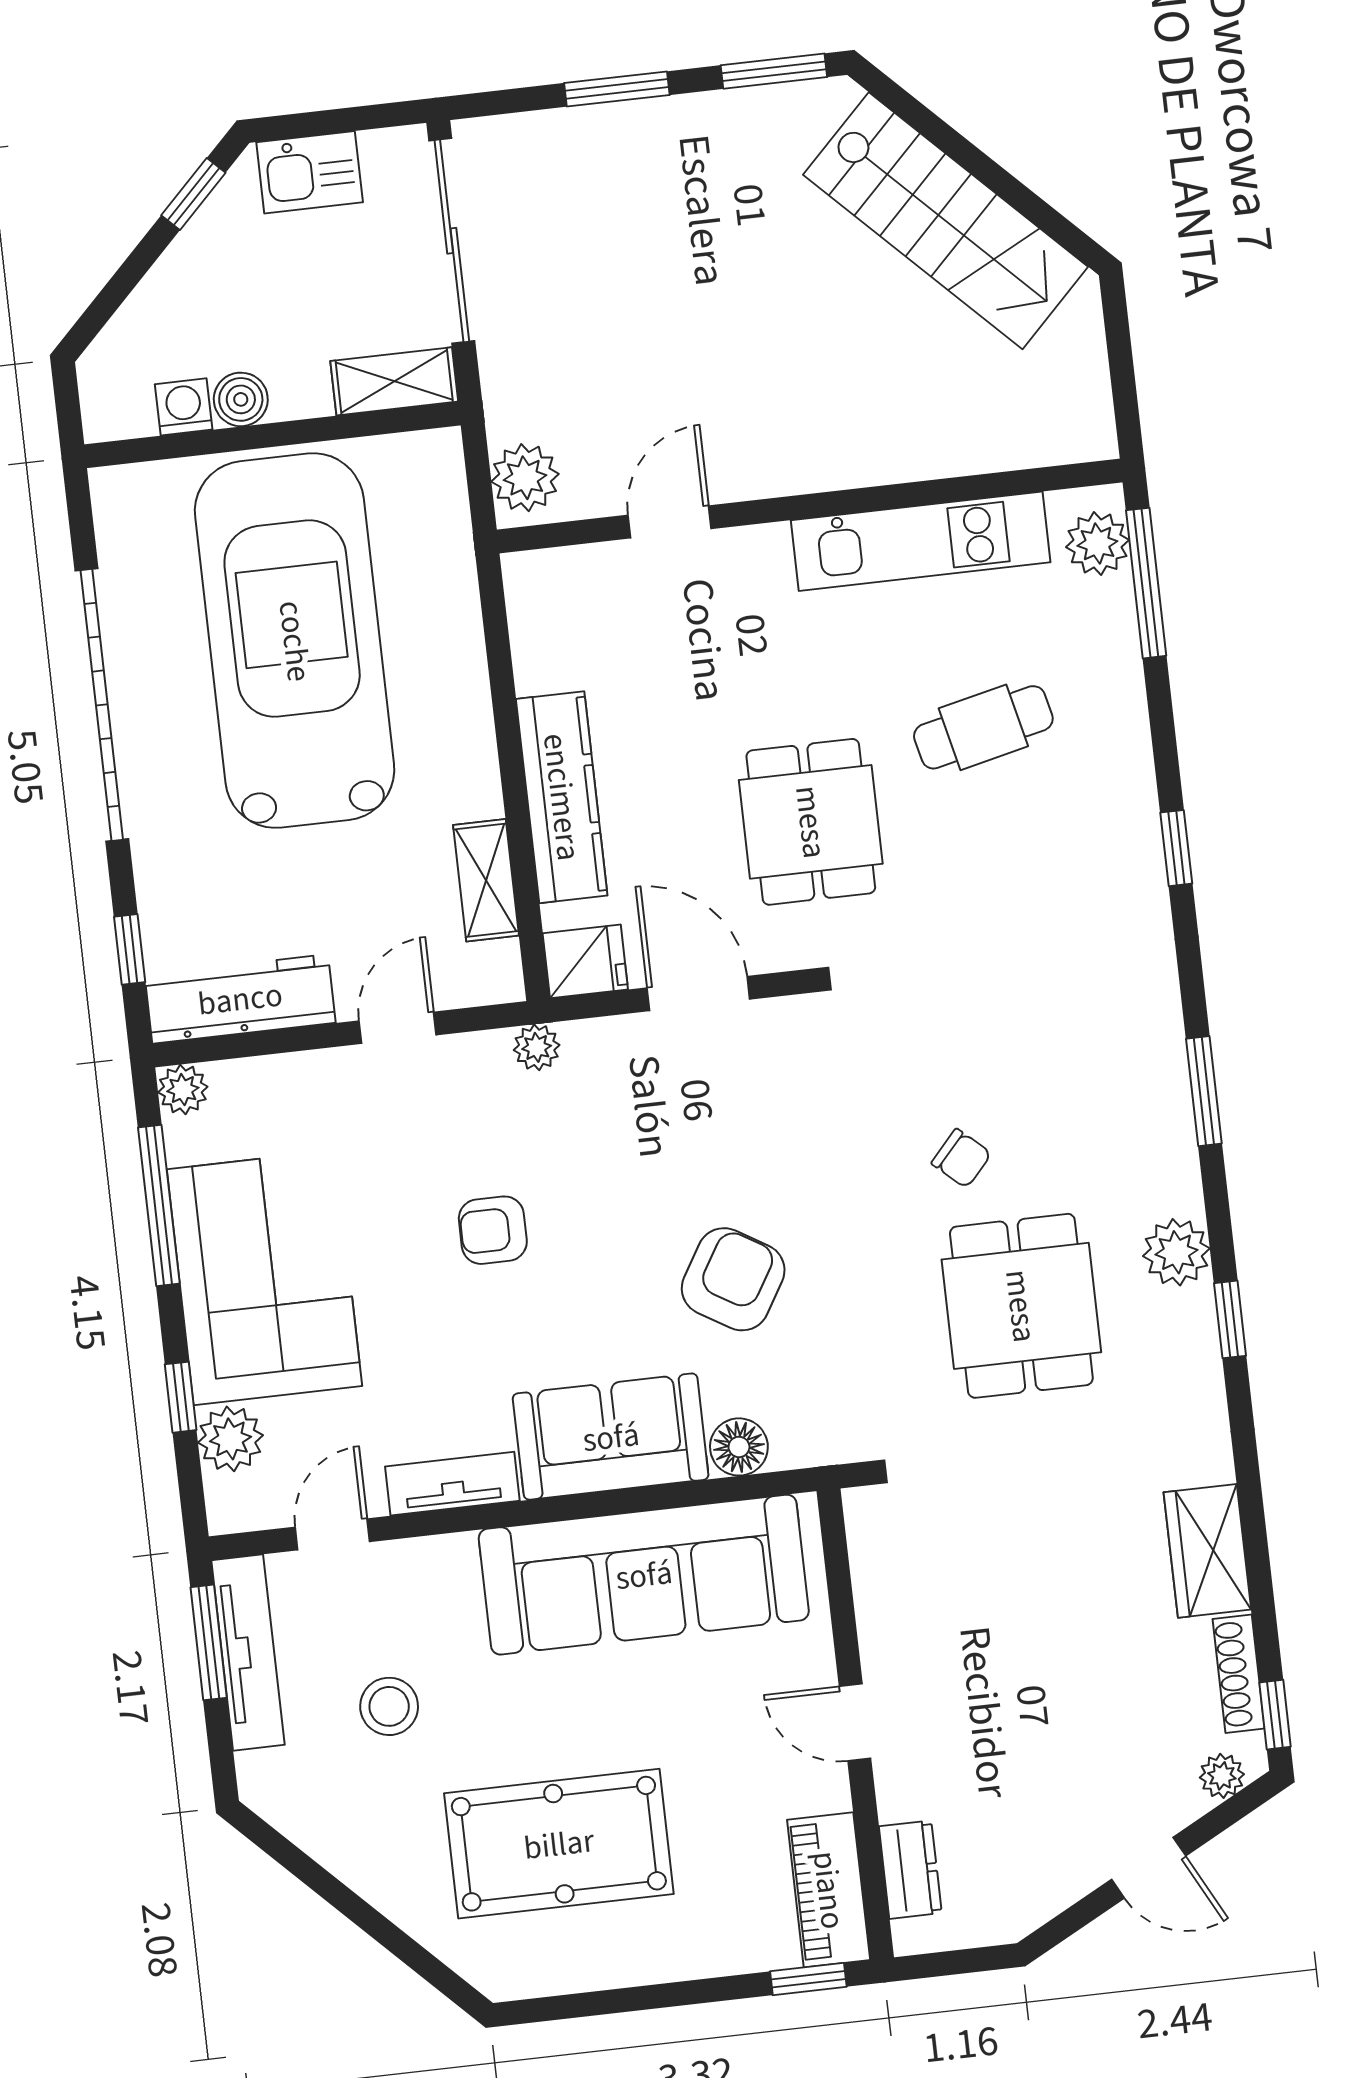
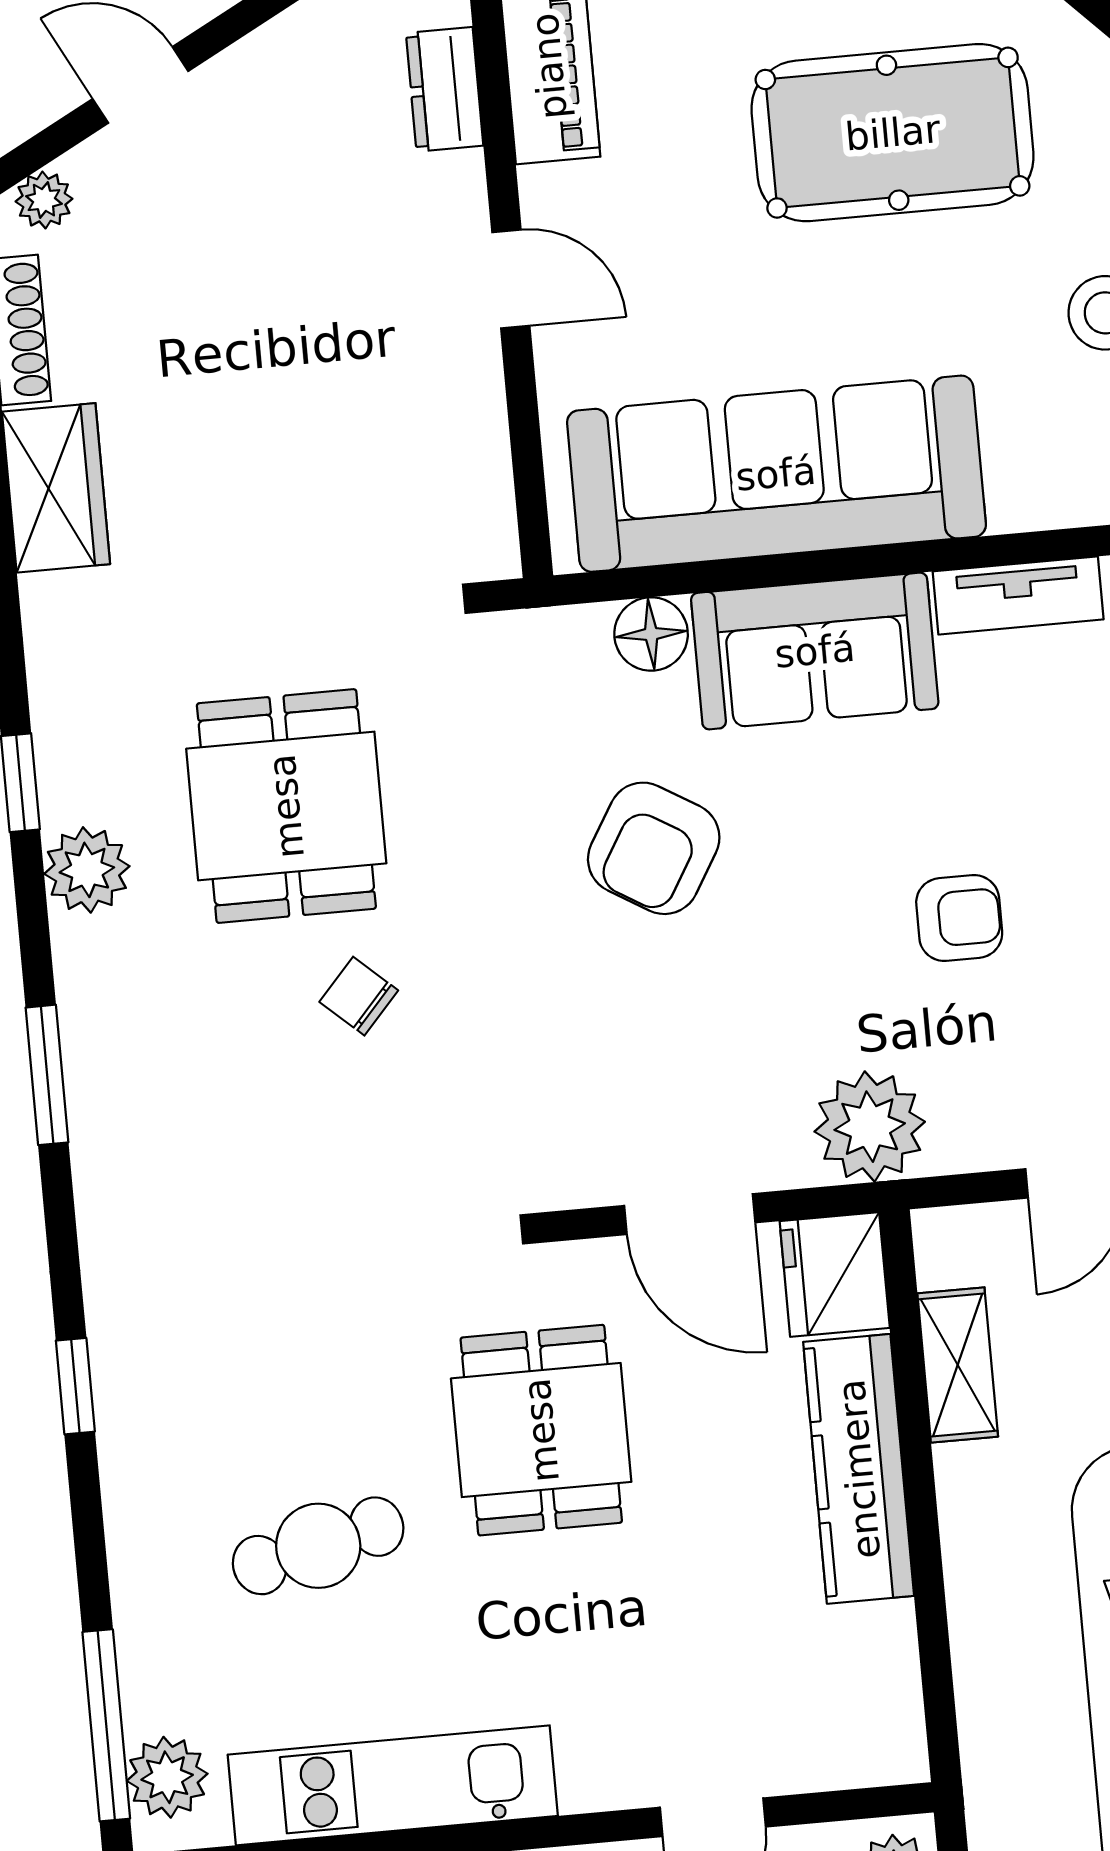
fridge: (585, 961) -> (835, 1275), width x1.38
plant: (537, 1047) -> (870, 1127), width x1.88, depth x1.88

